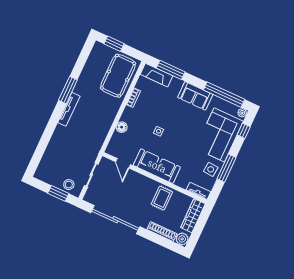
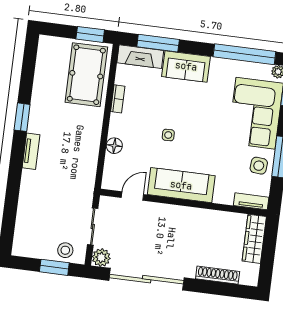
window: (114, 44) -> (90, 34), moved
window: (68, 90) -> (22, 117), width x0.69
sofa: (195, 96) -> (186, 66), moved
tv unit: (69, 109) -> (31, 151), width x0.71
door: (123, 163) -> (132, 196), swing flipped
rug: (162, 198) -> (203, 228), removed
plant: (182, 239) -> (101, 258), moved

